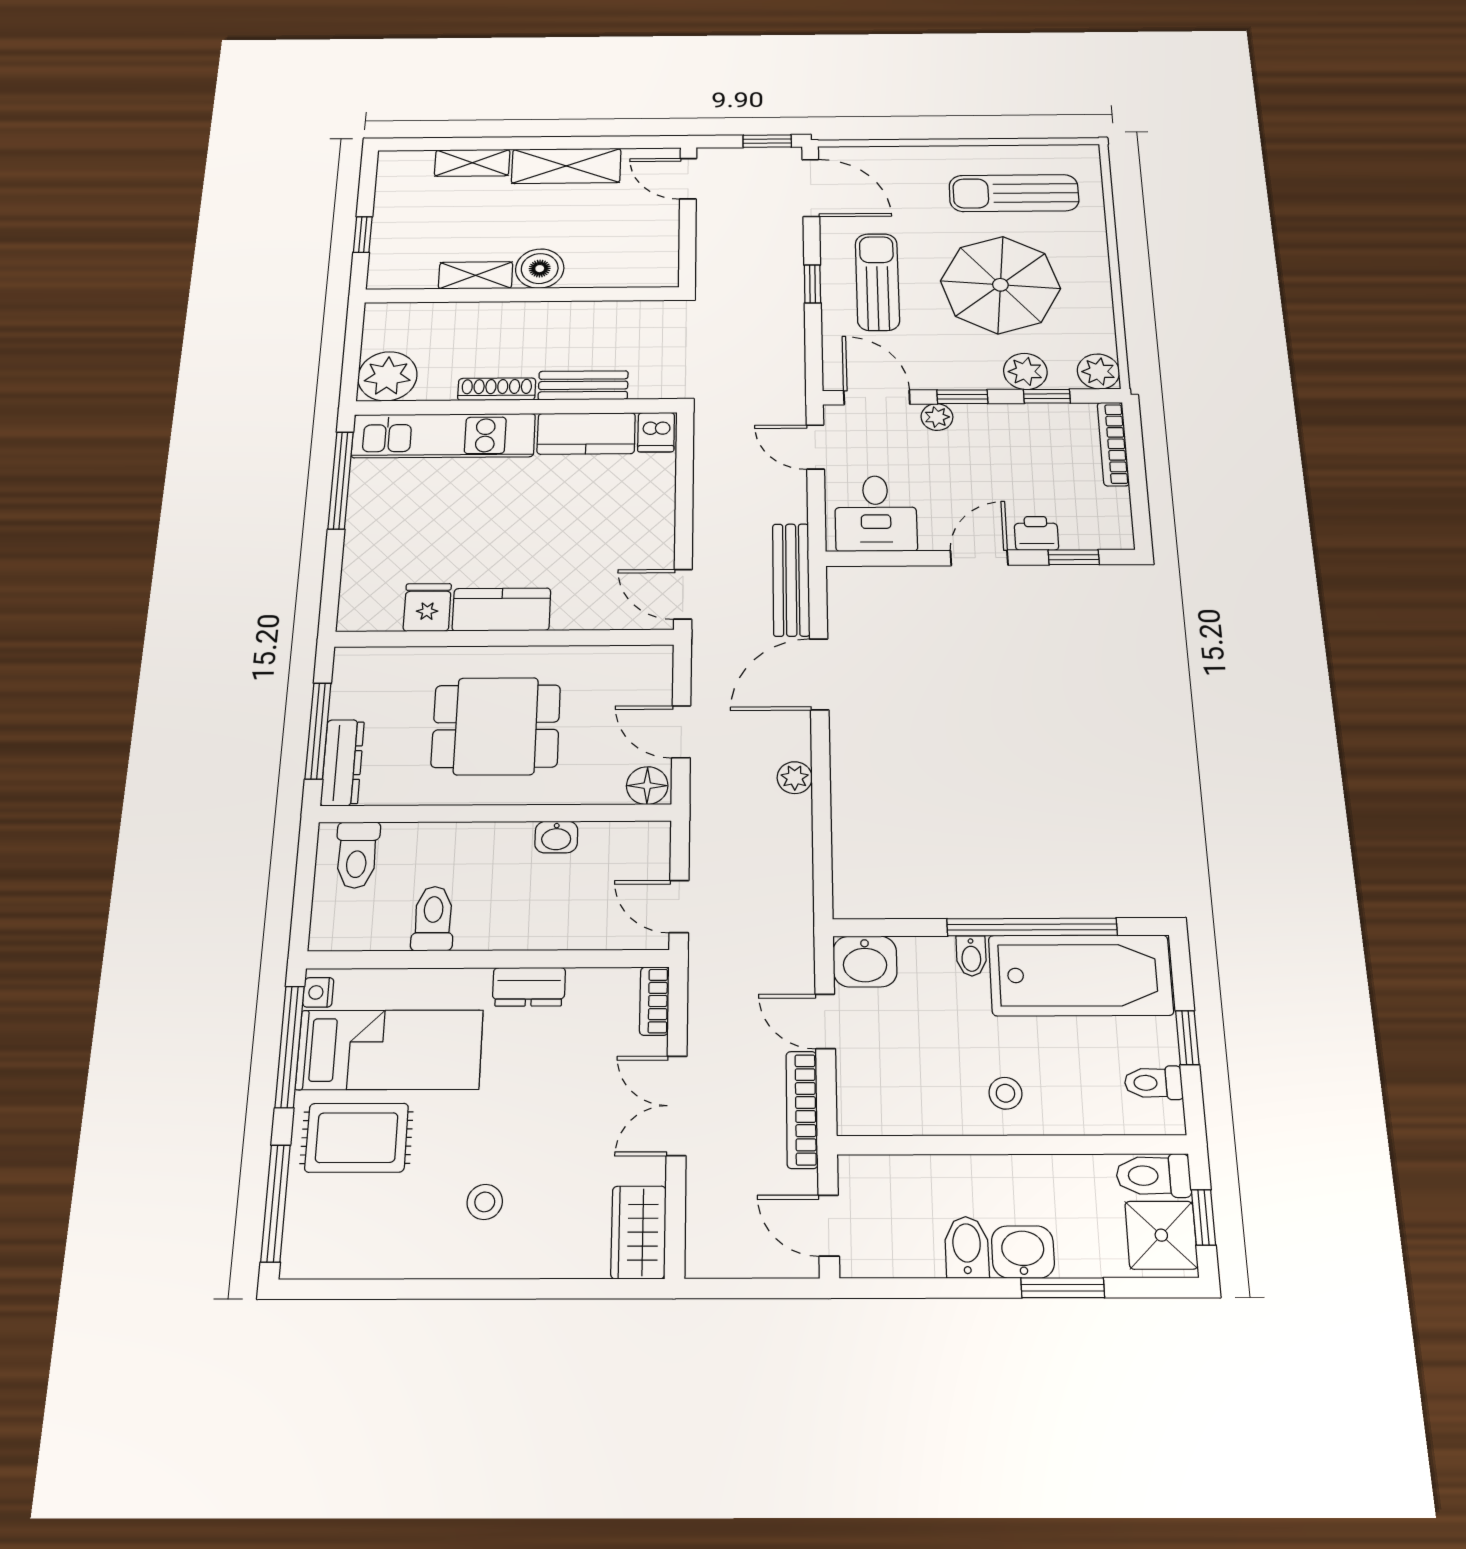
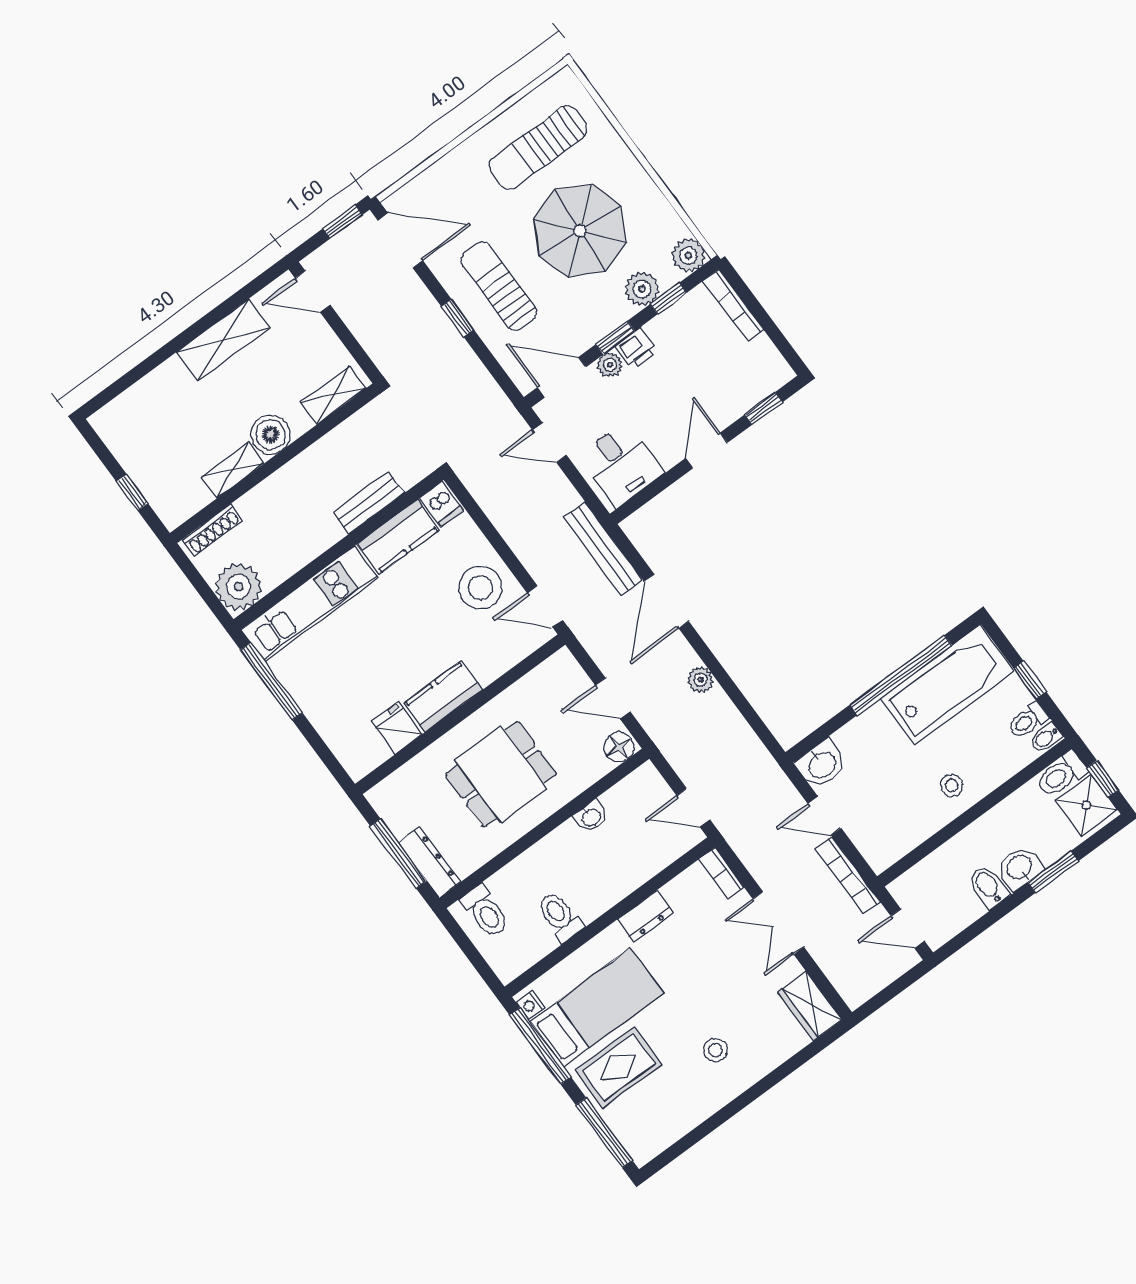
shelving: (472, 163) -> (333, 395), moved
shoe rack: (497, 389) -> (213, 530), moved, turned 180
stool: (630, 533) -> (480, 588), added
printer: (1036, 533) -> (636, 348), moved, turned 180
bidet: (971, 956) -> (1046, 738), moved, turned 90

